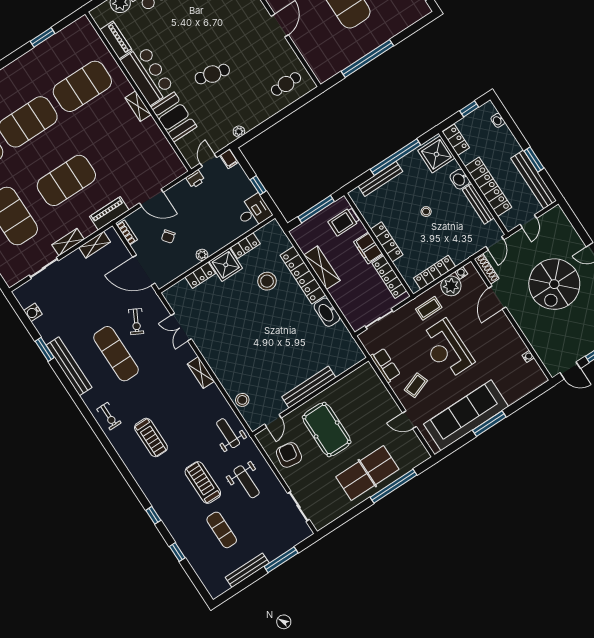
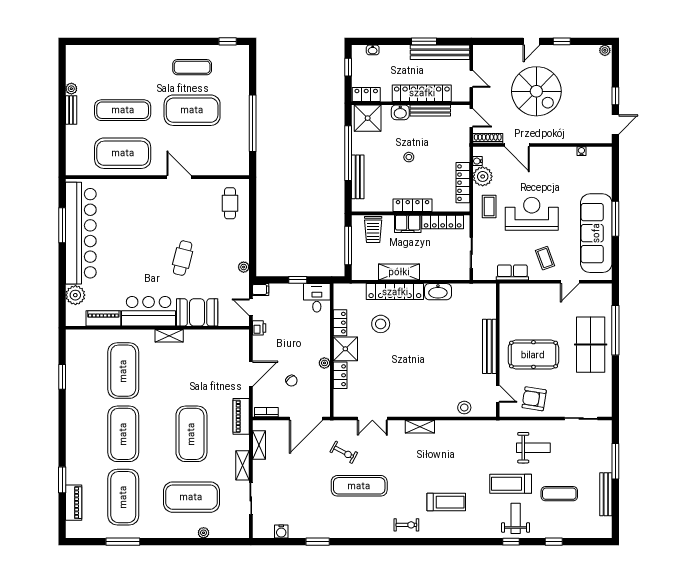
reception desk: (446, 349) -> (532, 214), turned 180
bench: (69, 366) -> (344, 531), removed
weight bench: (228, 433) -> (516, 518), moved, turned 90

